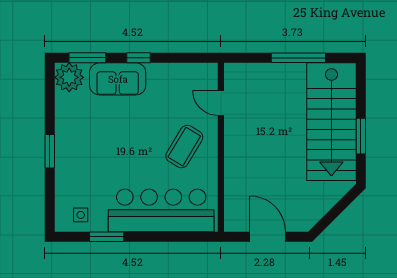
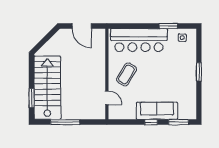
plant: (69, 77) -> (188, 112), removed
sofa: (118, 79) -> (157, 111), width x1.36
window: (361, 136) -> (32, 98), moved

